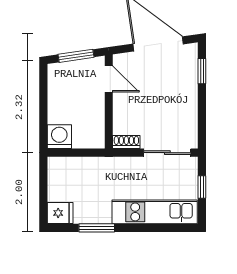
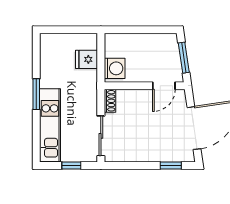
washing machine: (59, 137) -> (115, 68), moved
fridge: (60, 213) -> (86, 59), moved, turned 90
window: (97, 228) -> (36, 94), moved

